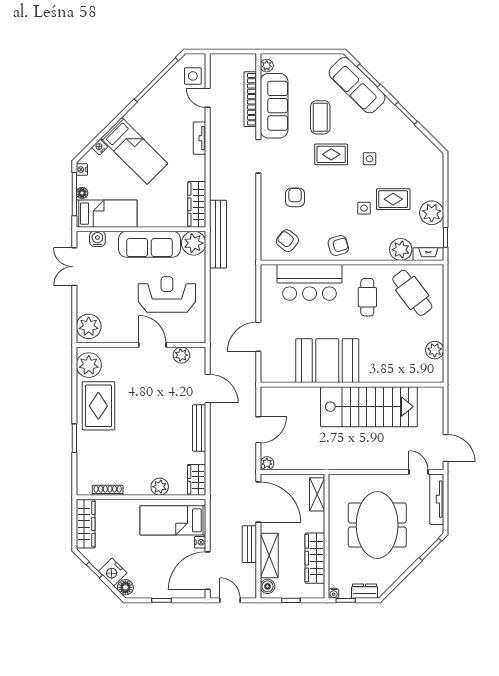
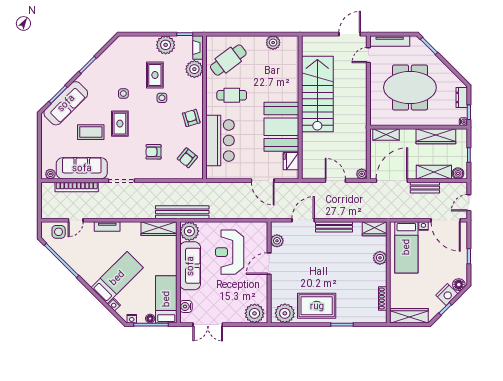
fridge: (283, 373) -> (291, 161), added

